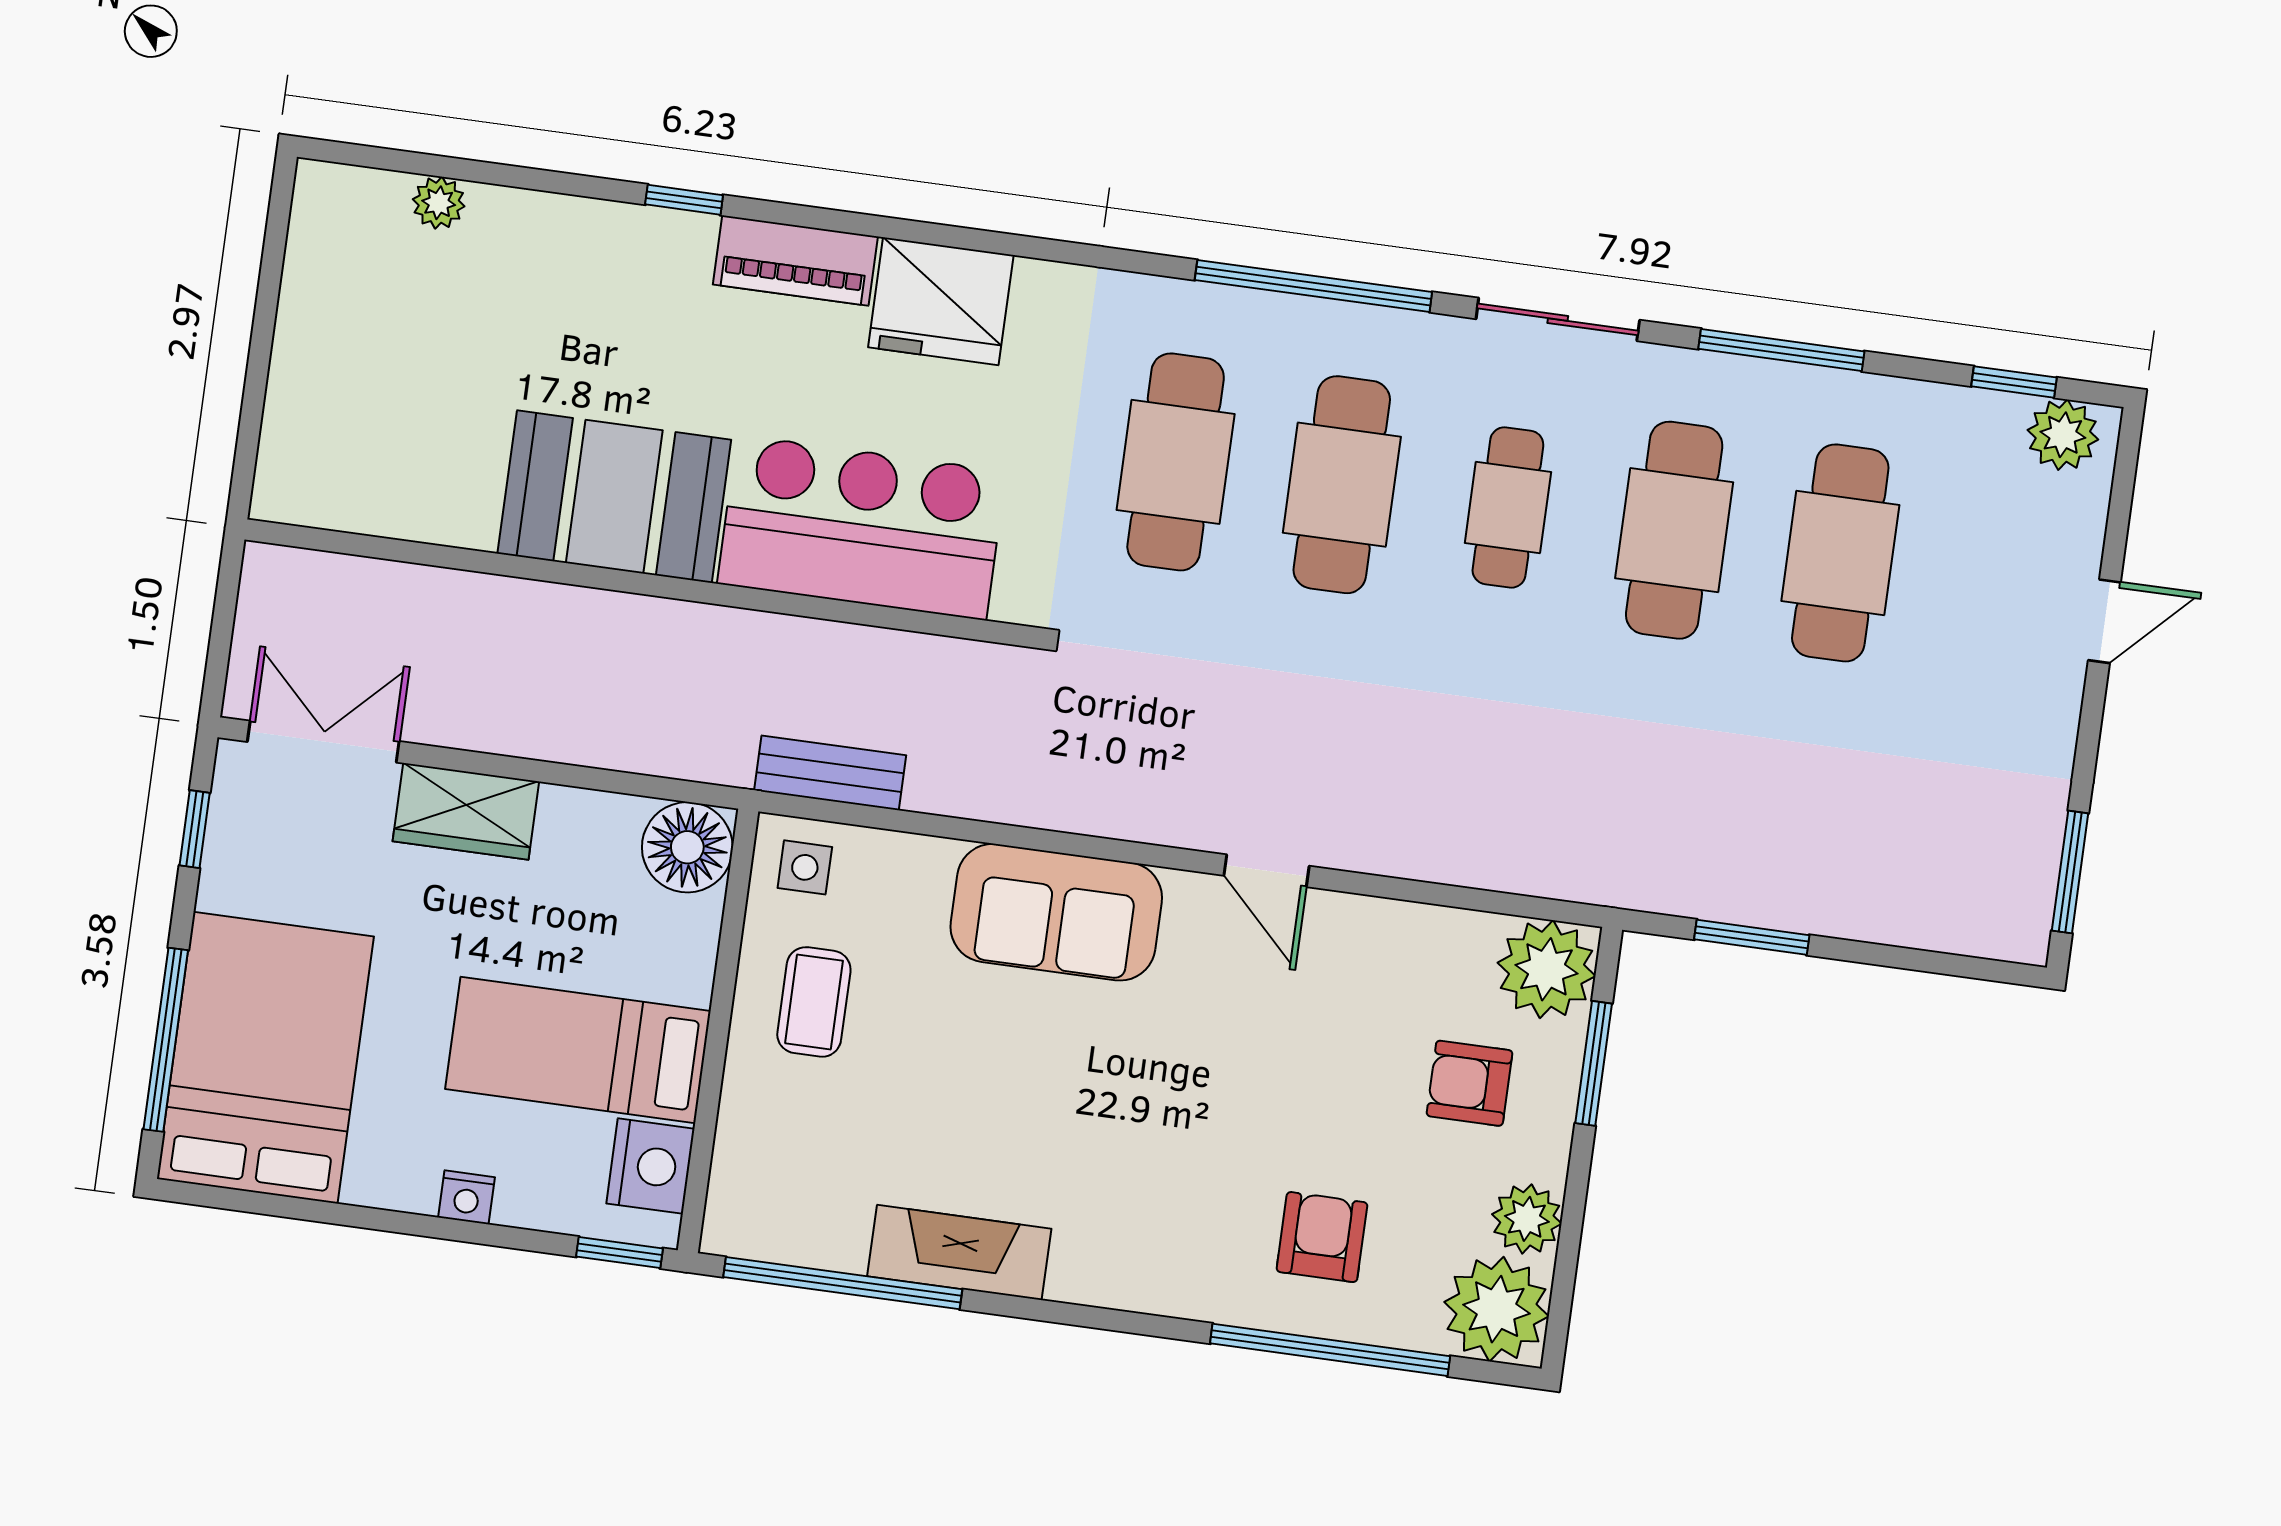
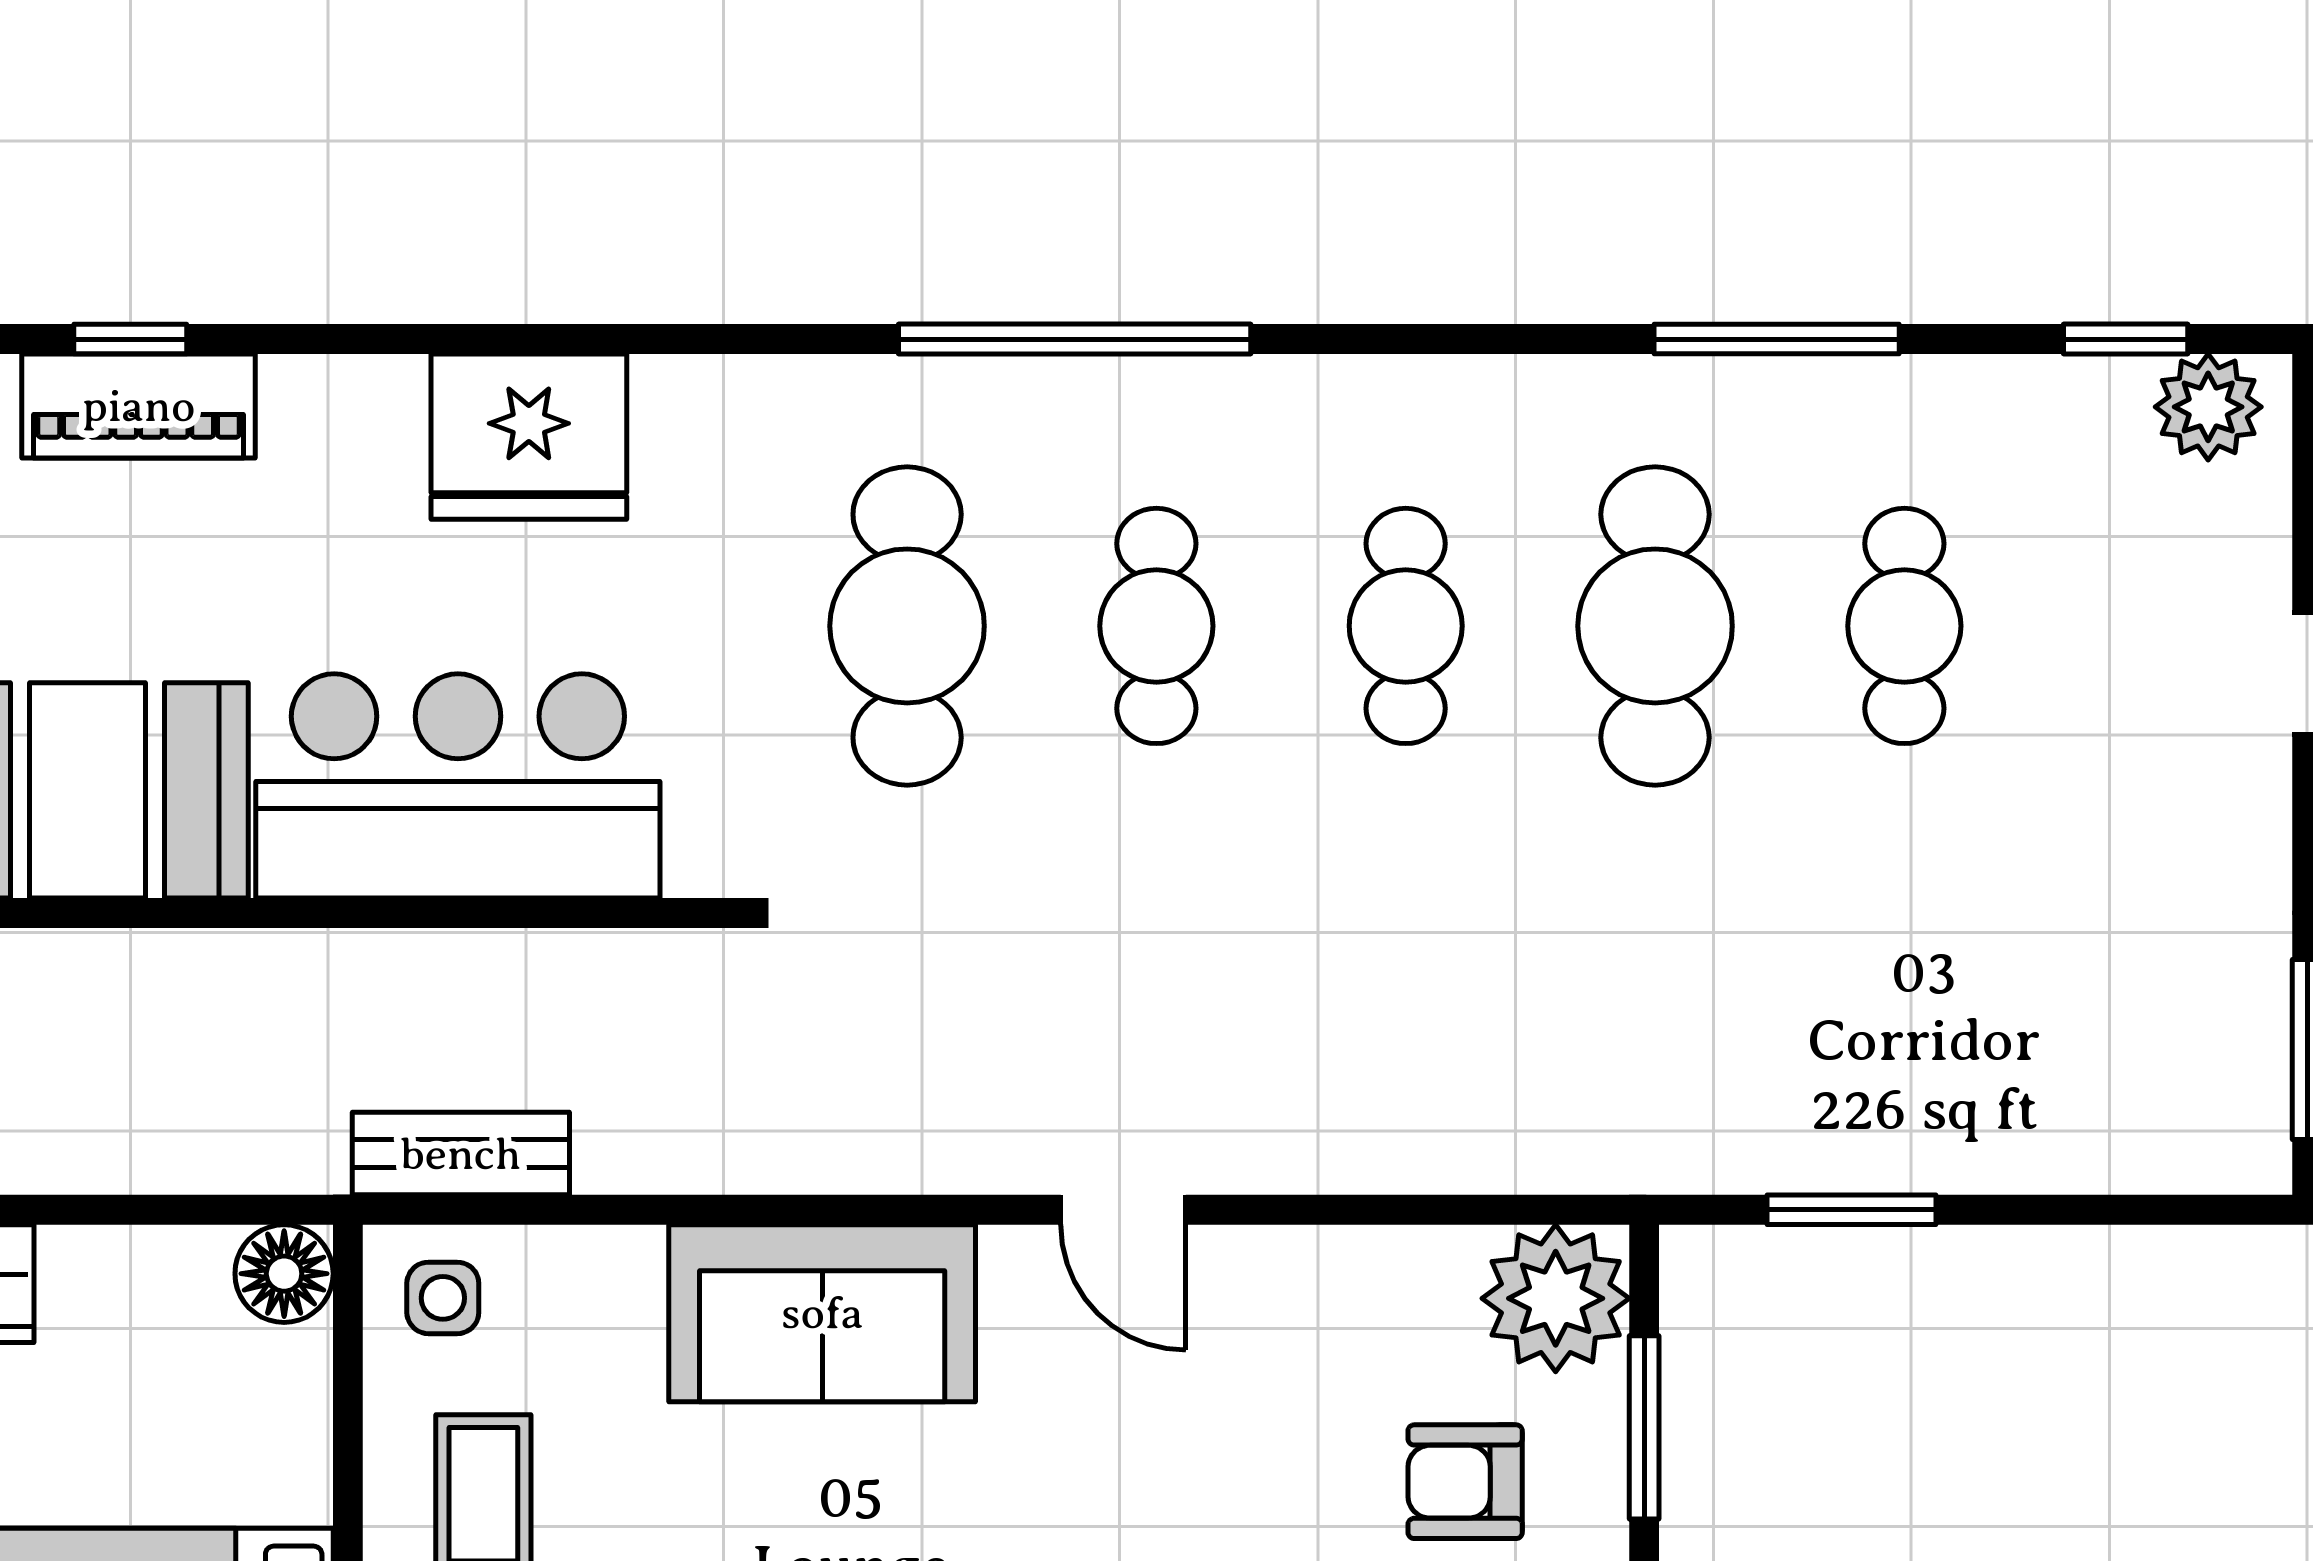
piano: (795, 260) -> (139, 406), moved
sliding door: (1558, 319) -> (1441, 339), removed
cafe table: (1342, 485) -> (1156, 626), width x0.73, depth x0.74
cafe table: (1840, 553) -> (1904, 626), width x0.73, depth x0.74
floor lamp: (687, 847) -> (284, 1274), width x0.73, depth x0.73

